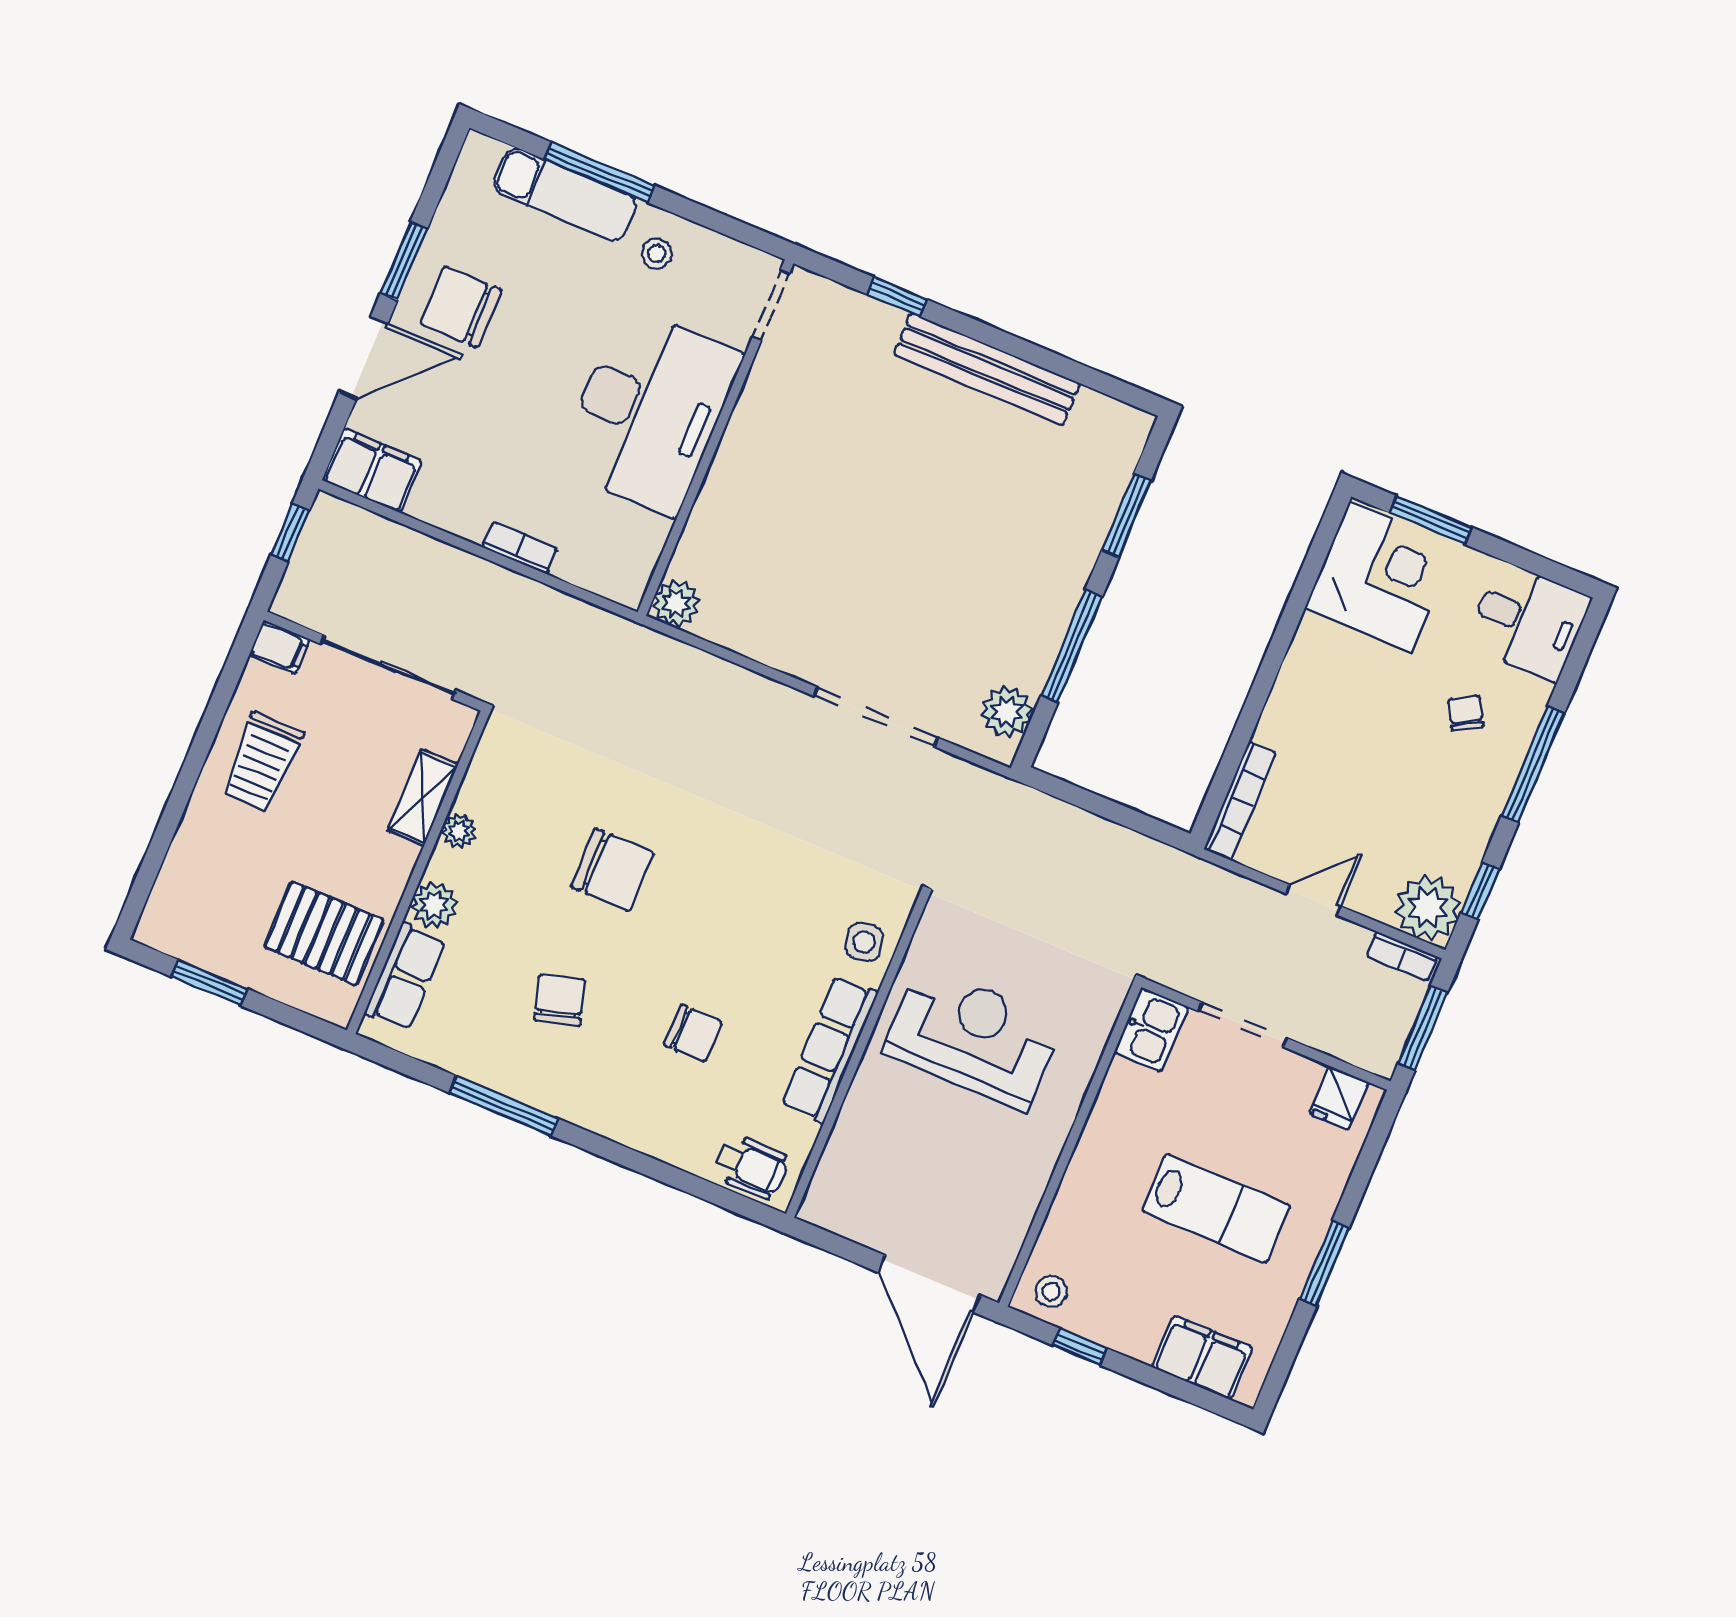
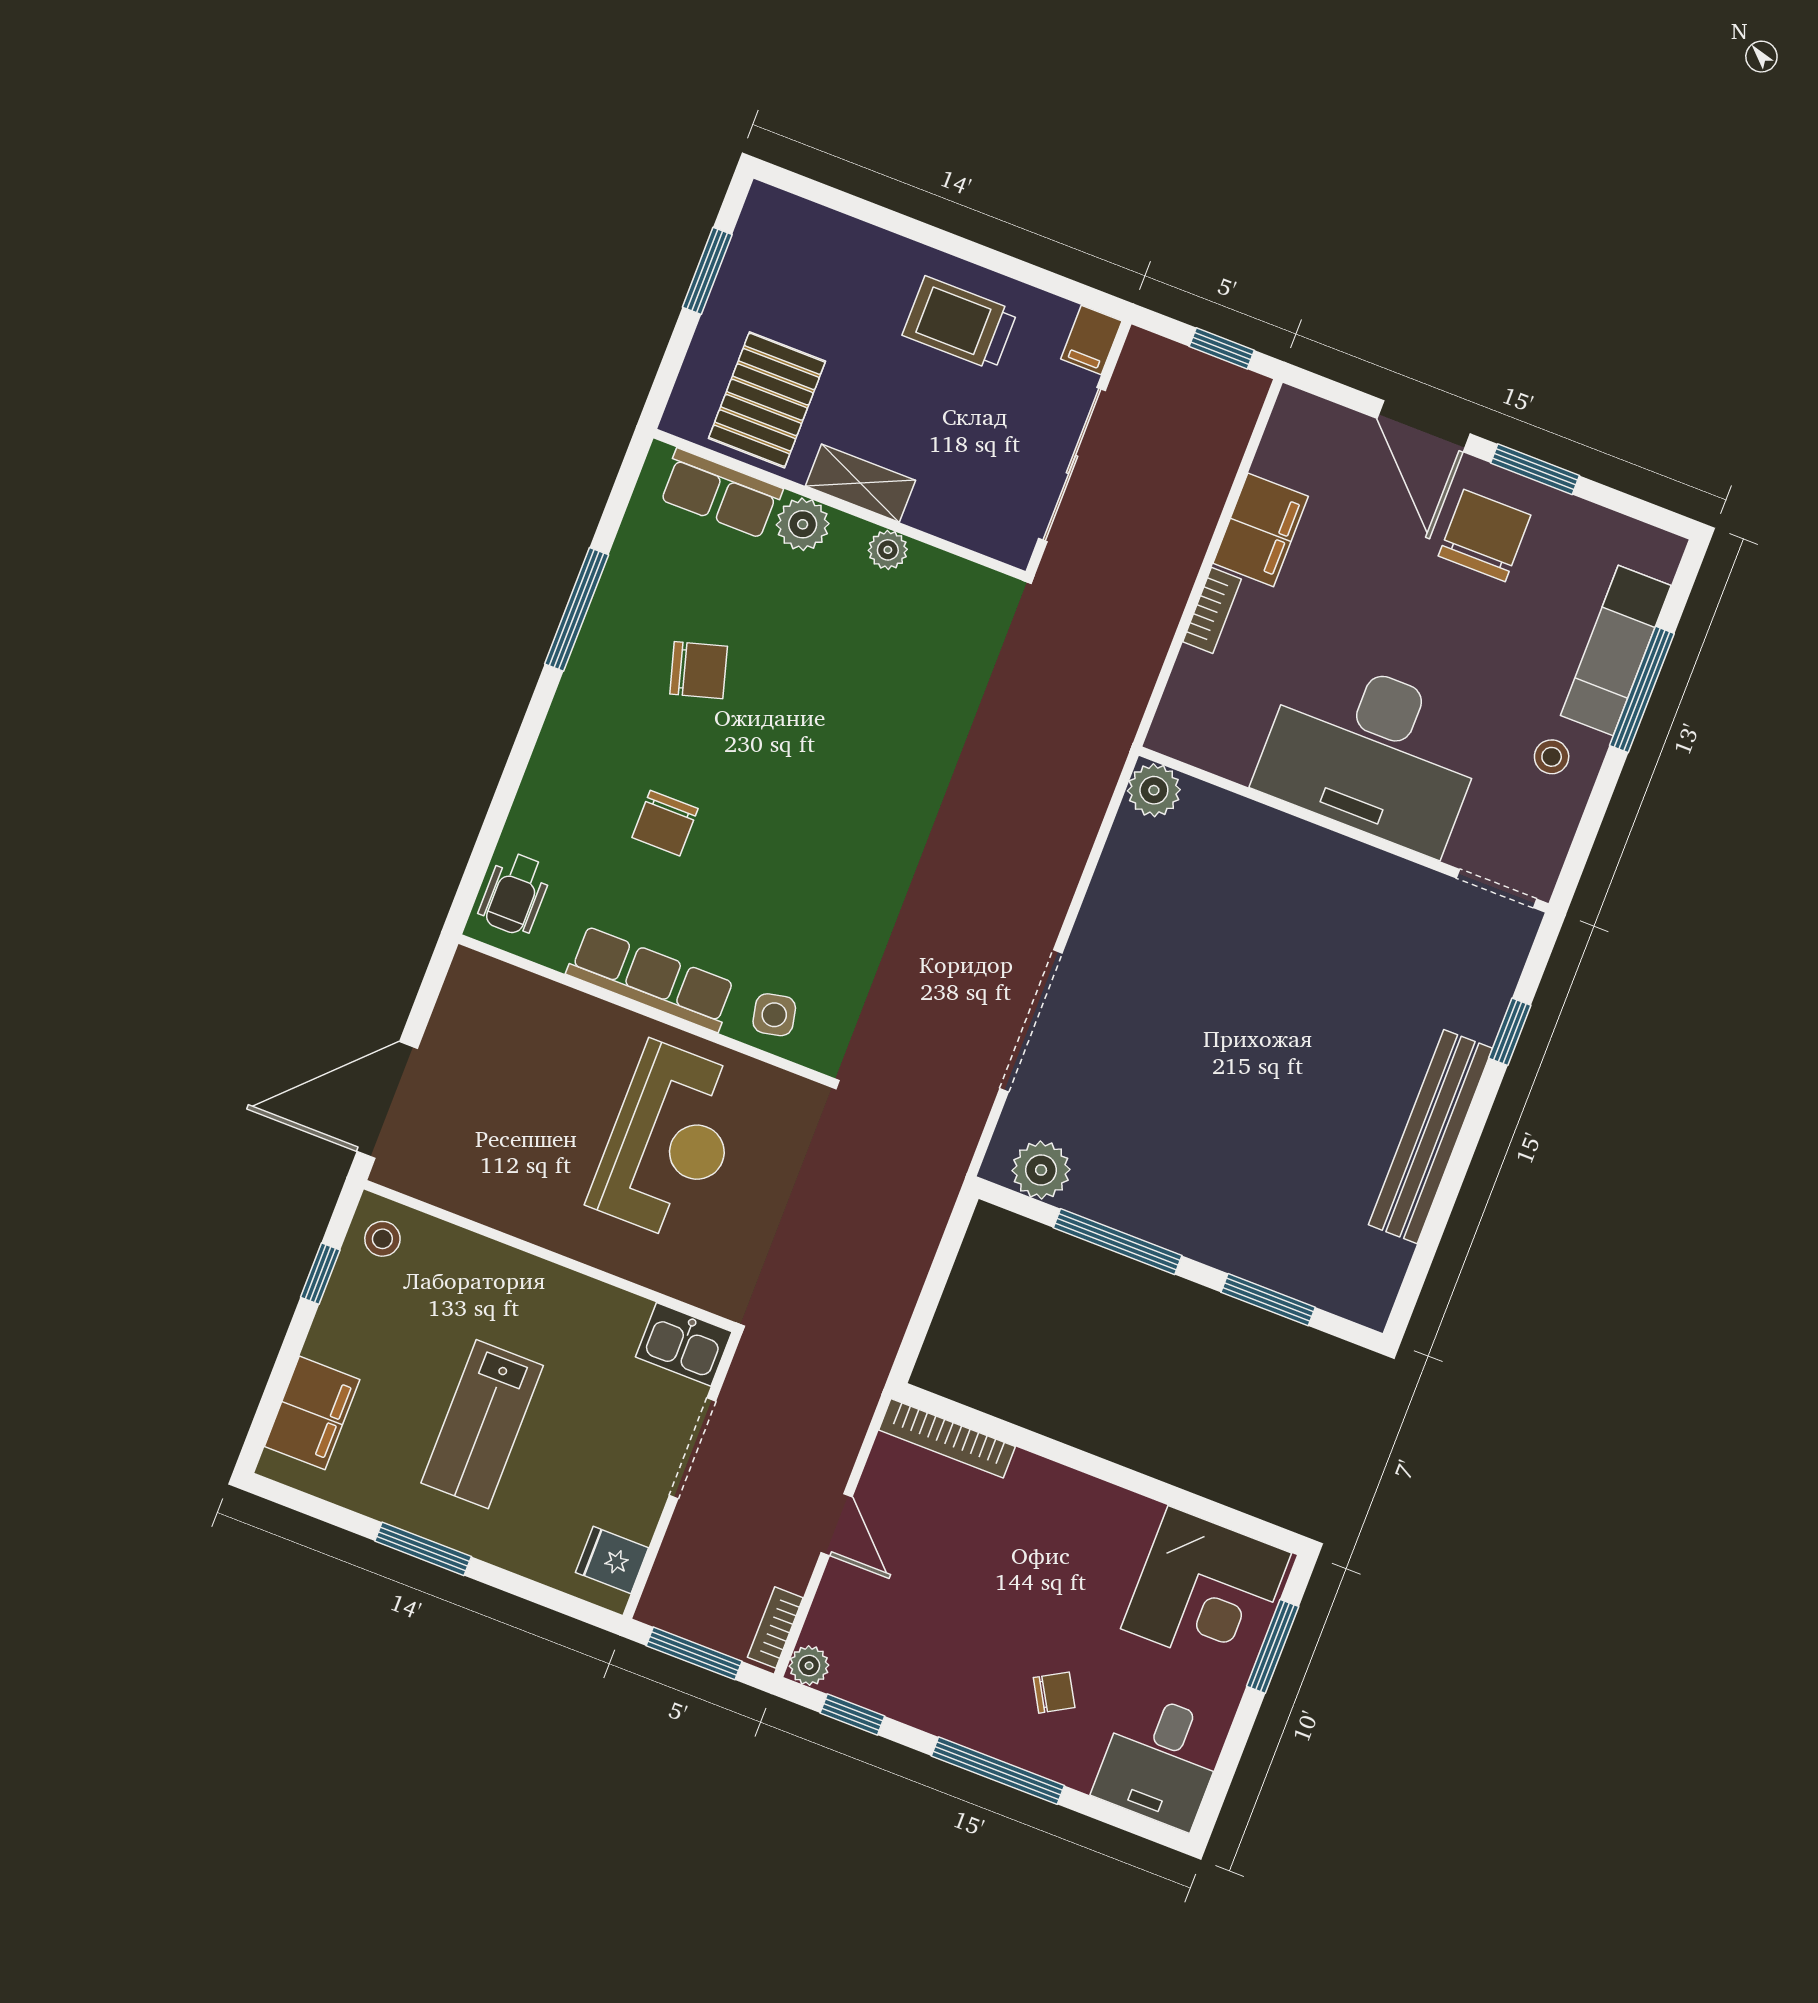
filing cabinet: (372, 471) -> (1261, 530), moved
shelving: (423, 798) -> (860, 483), moved
chair: (612, 870) -> (848, 726), removed
plant: (1428, 907) -> (809, 1666), width x0.53, depth x0.53

